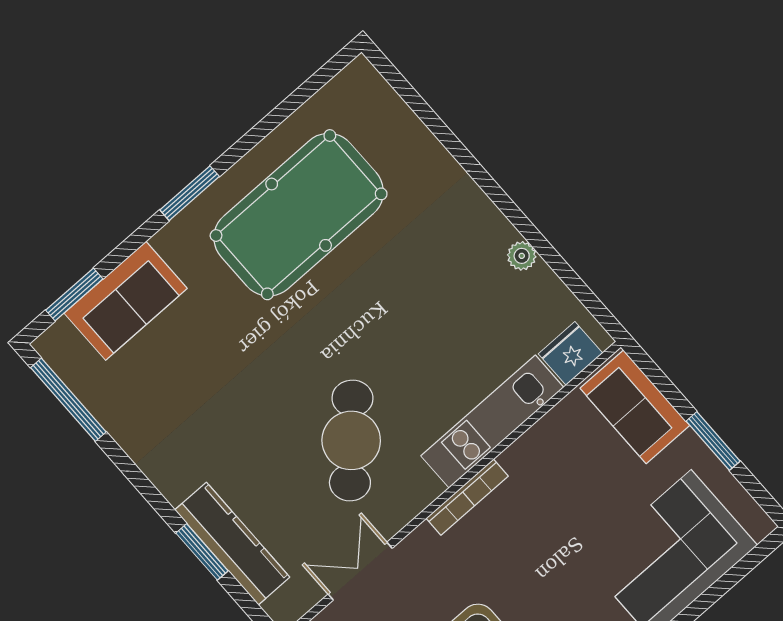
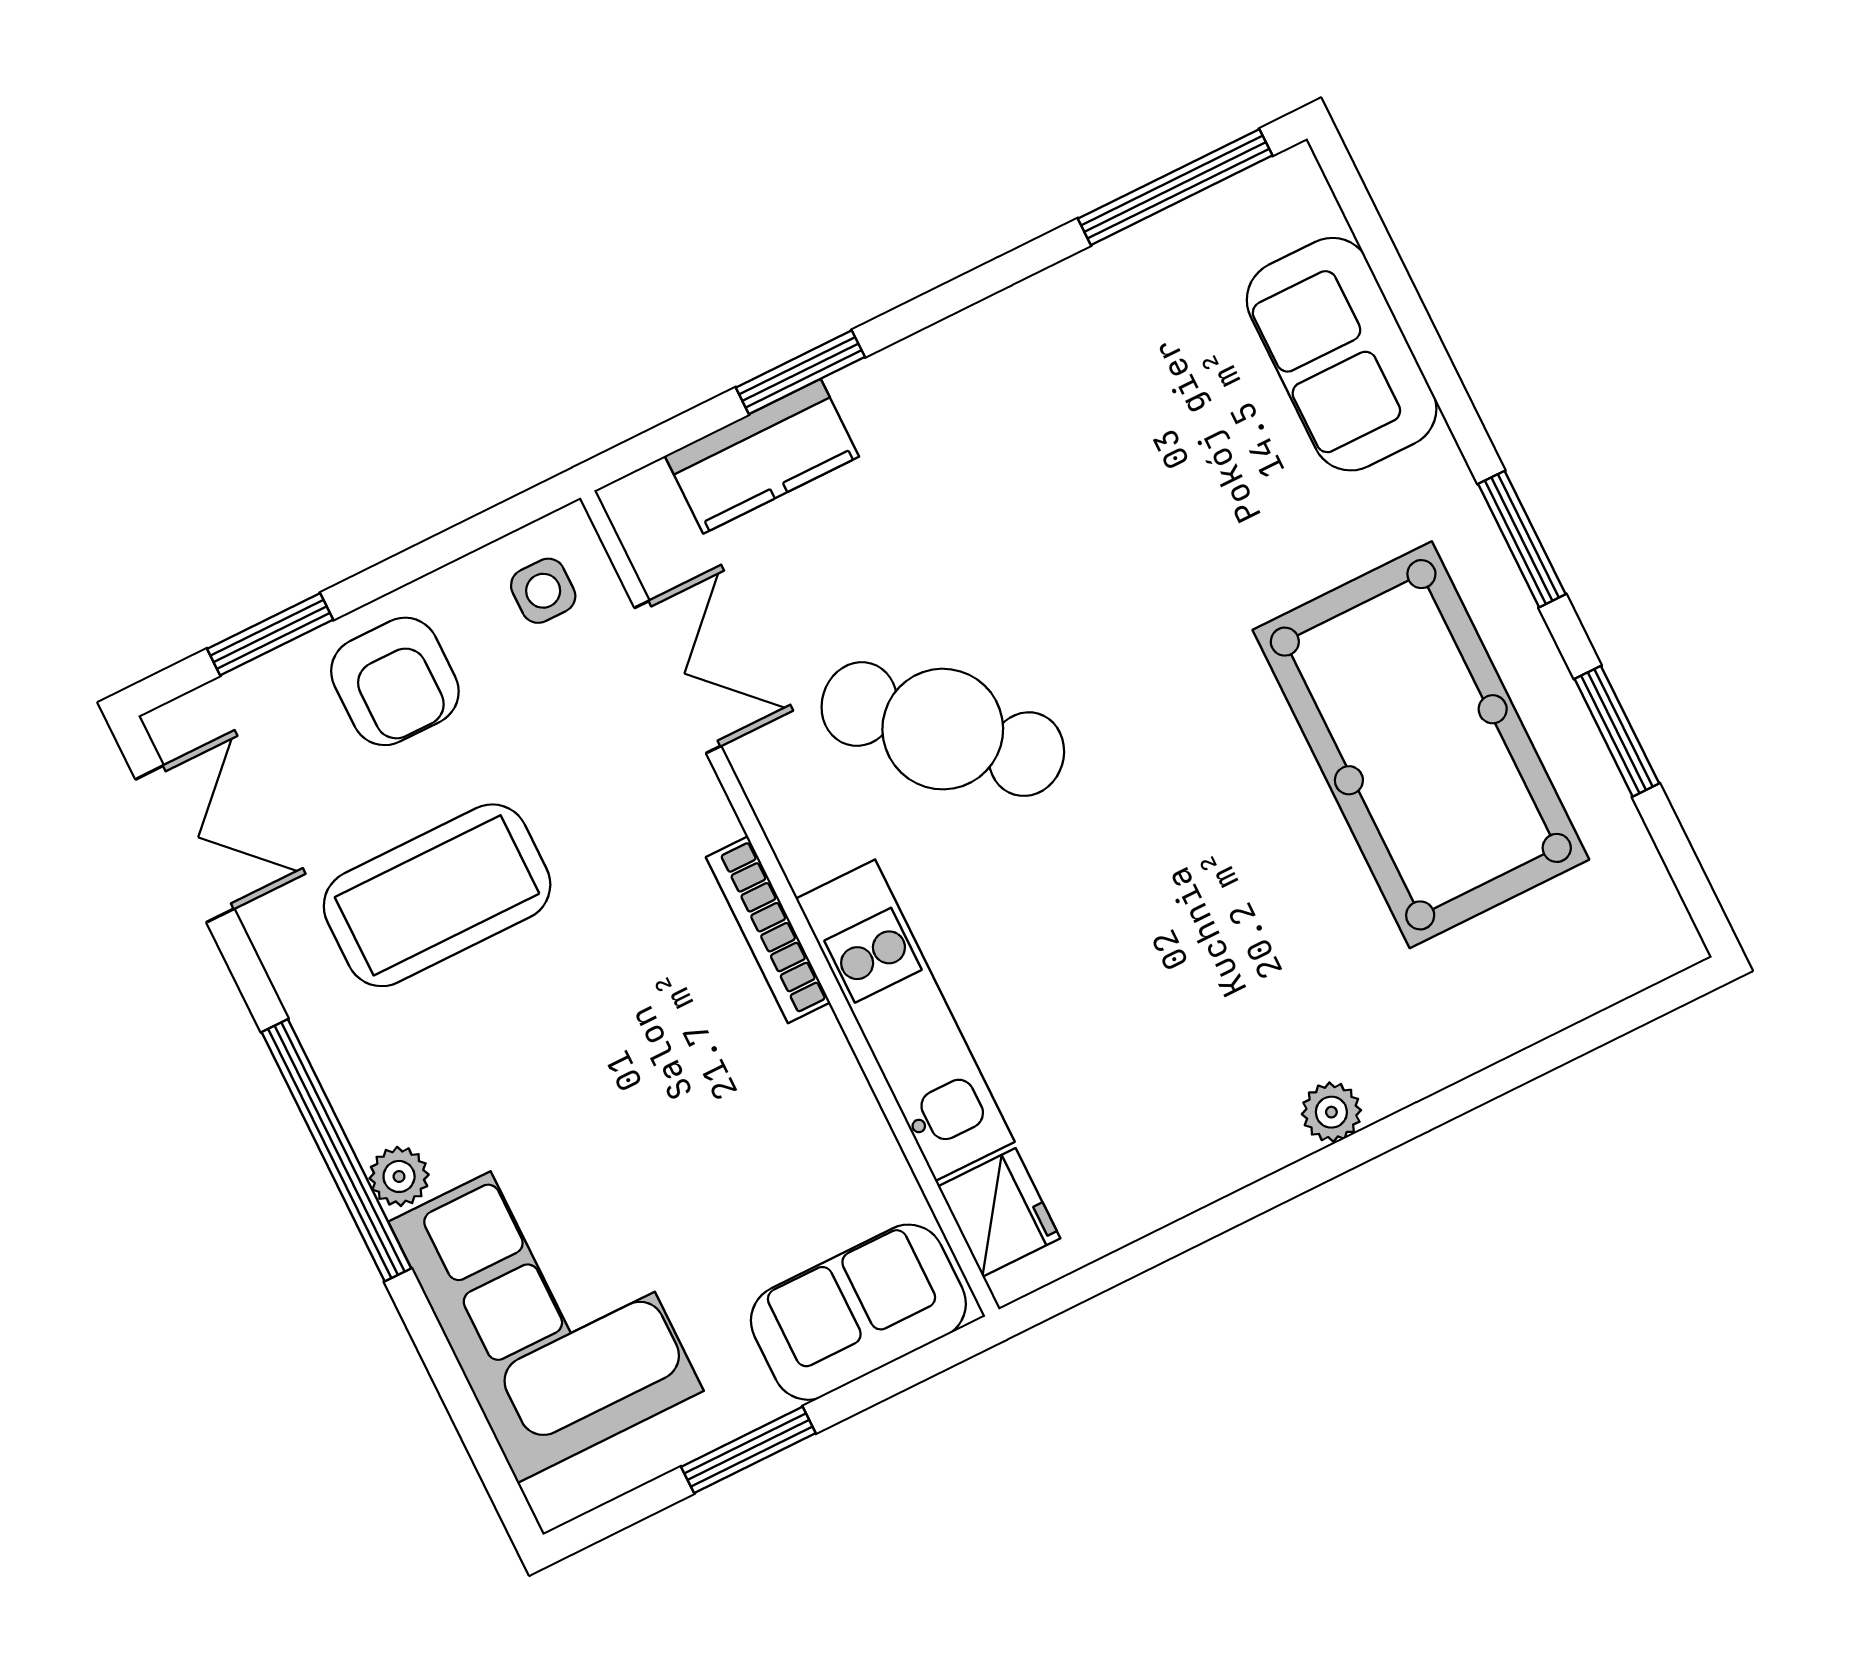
plant: (522, 256) -> (1331, 1112), moved
window: (74, 294) -> (1617, 731), moved
kitchen counter: (232, 544) -> (762, 456), width x0.67

